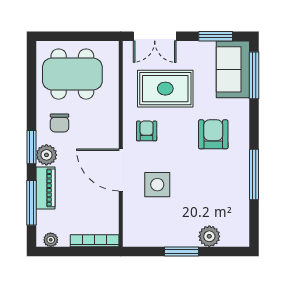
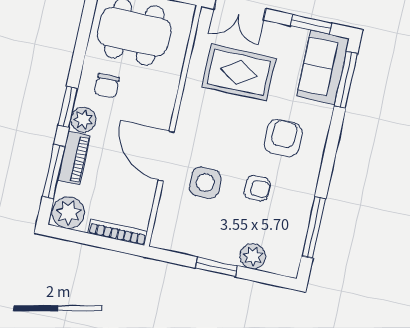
armchair: (147, 131) -> (257, 188), moved, turned 90
window: (254, 174) -> (314, 227), moved
plant: (51, 240) -> (68, 213), width x1.88, depth x1.88

